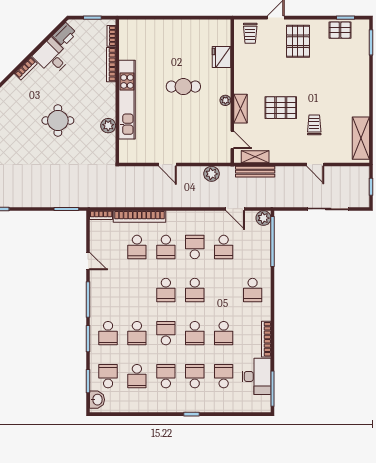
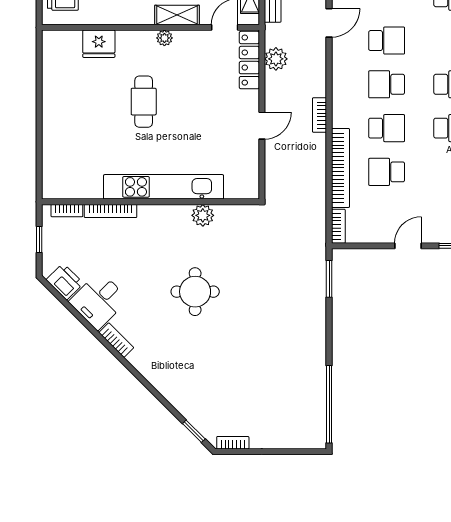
locker: (211, 156) -> (249, 60), added
bookcase: (174, 203) -> (320, 115), added
school desk: (137, 247) -> (387, 172), turned 180

